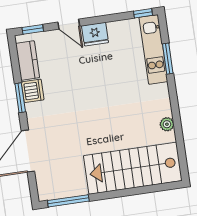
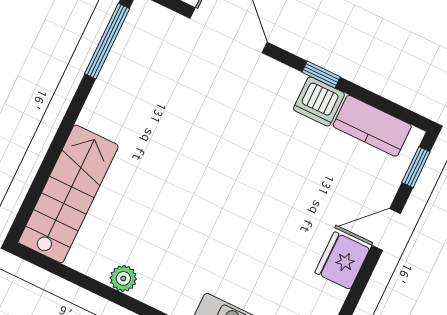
window: (20, 98) -> (321, 74), width x0.67
stairs: (133, 168) -> (68, 194), width x0.73, depth x0.66

